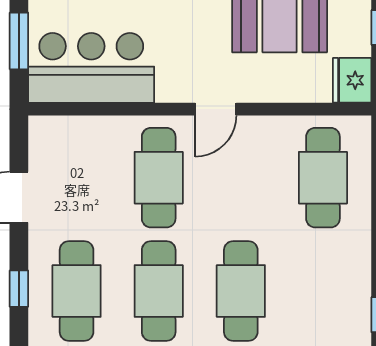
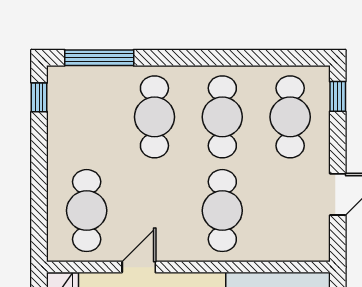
door: (216, 109) -> (139, 267), moved
window: (19, 289) -> (338, 96), moved

